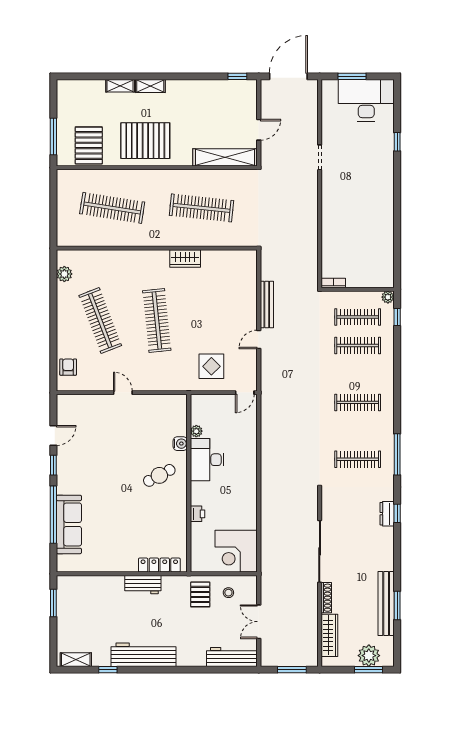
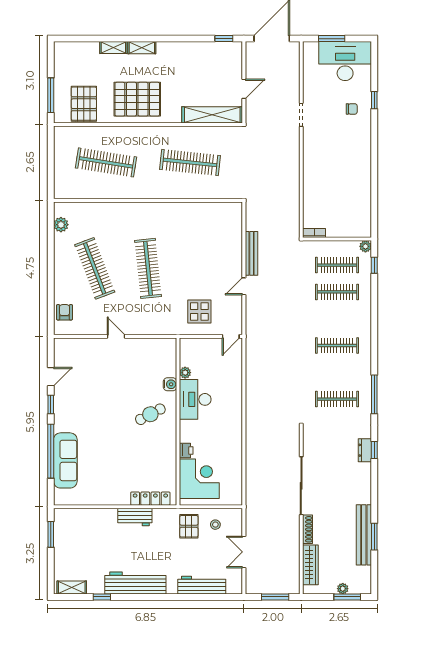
chair: (373, 151) -> (352, 109), added
wardrobe: (185, 259) -> (175, 210), removed
corner desk: (236, 551) -> (199, 479), moved, turned 180
plant: (369, 656) -> (343, 589), width x0.53, depth x0.53
workbench: (232, 657) -> (202, 585), moved

